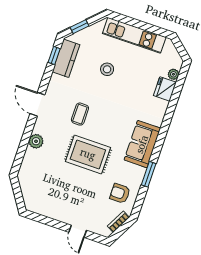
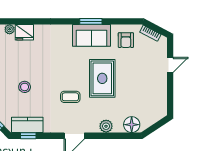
sofa: (142, 144) -> (92, 35), moved
floor lamp: (28, 169) -> (132, 125), added
window: (149, 174) -> (91, 21), moved

